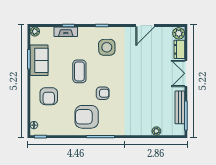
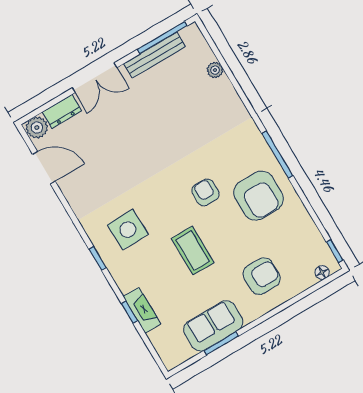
door: (145, 26) -> (44, 168), moved
plant: (35, 31) -> (171, 360), removed
coffee table: (79, 71) -> (193, 251), turned 90

